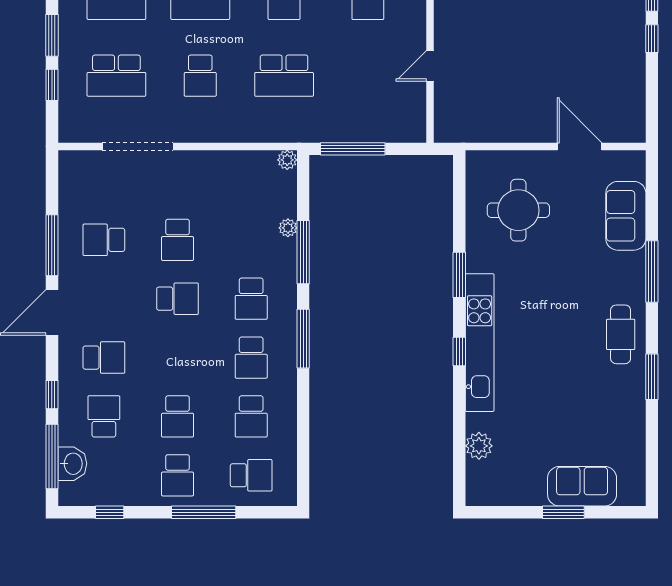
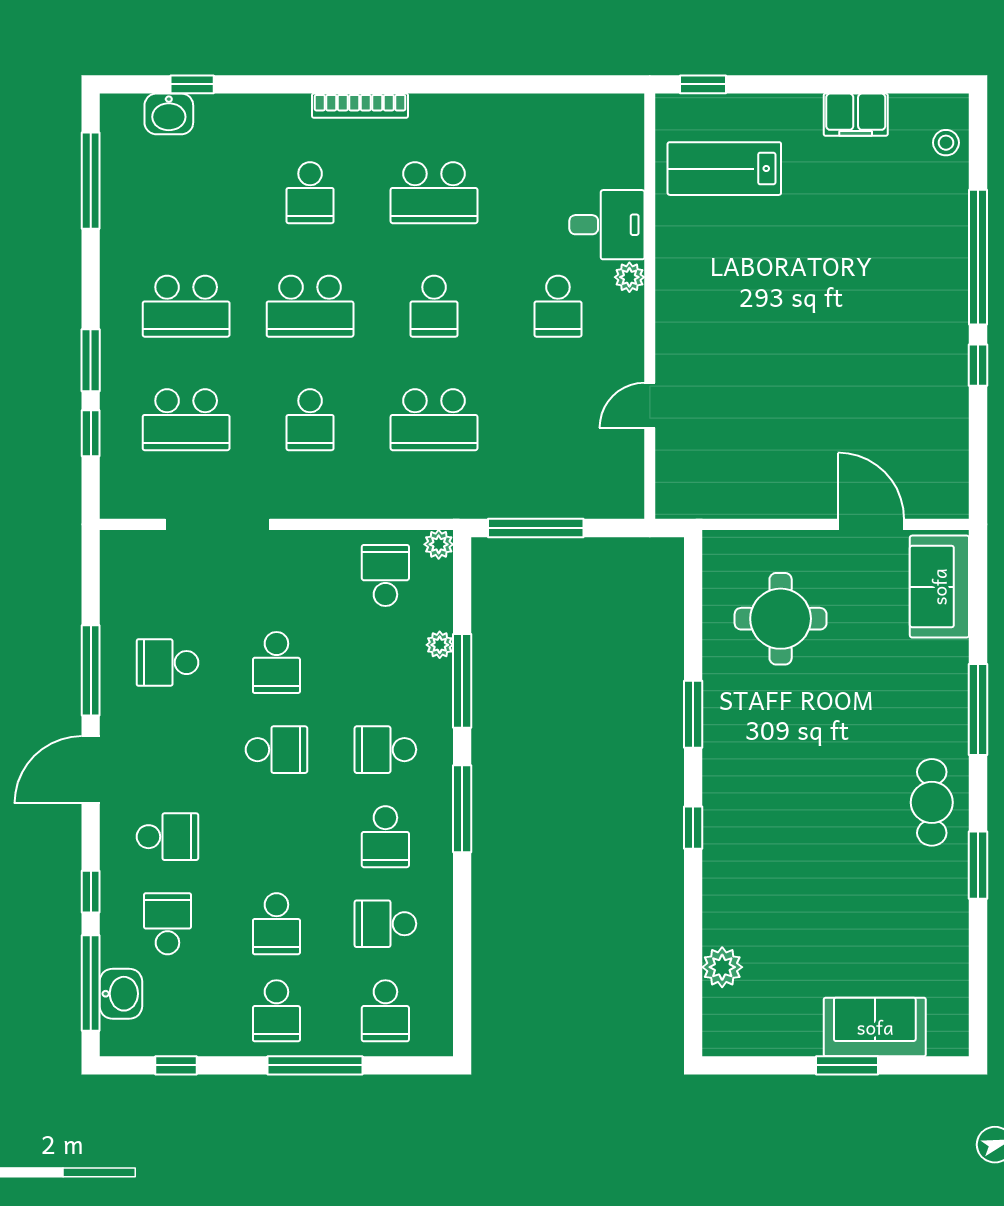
school desk: (251, 181) -> (385, 575), added
sofa: (626, 216) -> (939, 587), moved
school desk: (251, 299) -> (385, 750), turned 90
kitchen unit: (480, 343) -> (723, 814), removed
school desk: (251, 416) -> (385, 924), turned 90
school desk: (251, 475) -> (385, 1011), turned 90

